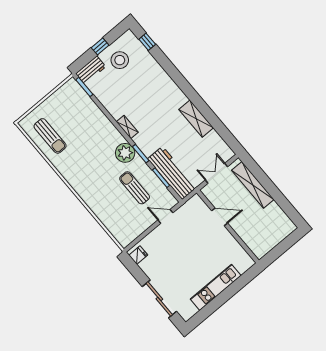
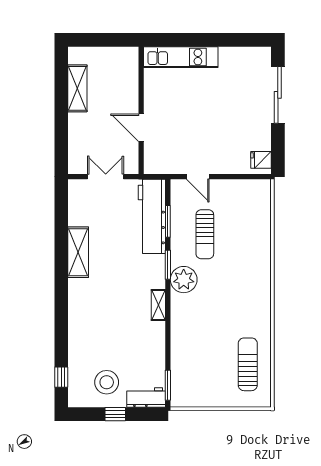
double door: (216, 173) -> (106, 177), swing flipped
shelving: (253, 185) -> (77, 88), moved, width x0.68
kitchen unit: (216, 287) -> (181, 57), moved

